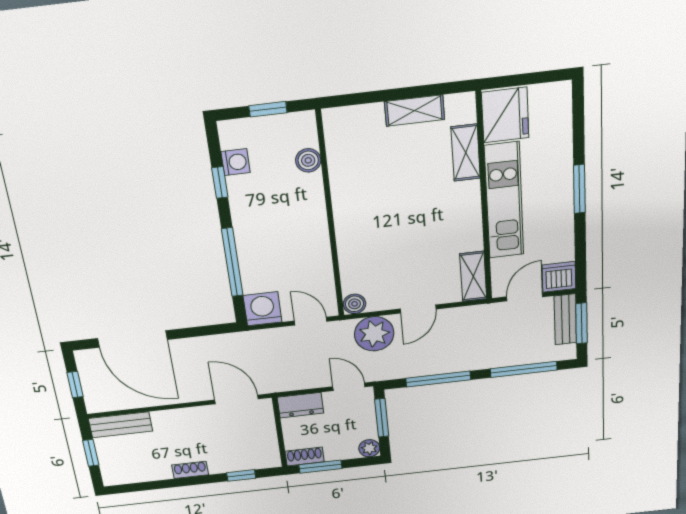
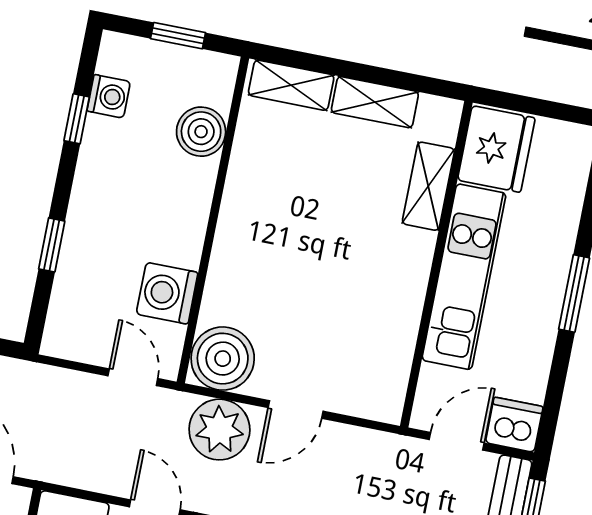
boiler: (308, 160) -> (201, 132), width x1.36, depth x1.36
window: (232, 262) -> (52, 245), width x0.46
shelving: (473, 276) -> (291, 85), moved, turned 90
boiler: (355, 304) -> (223, 359), width x1.86, depth x1.86
washing machine: (263, 309) -> (167, 293), moved, turned -90

